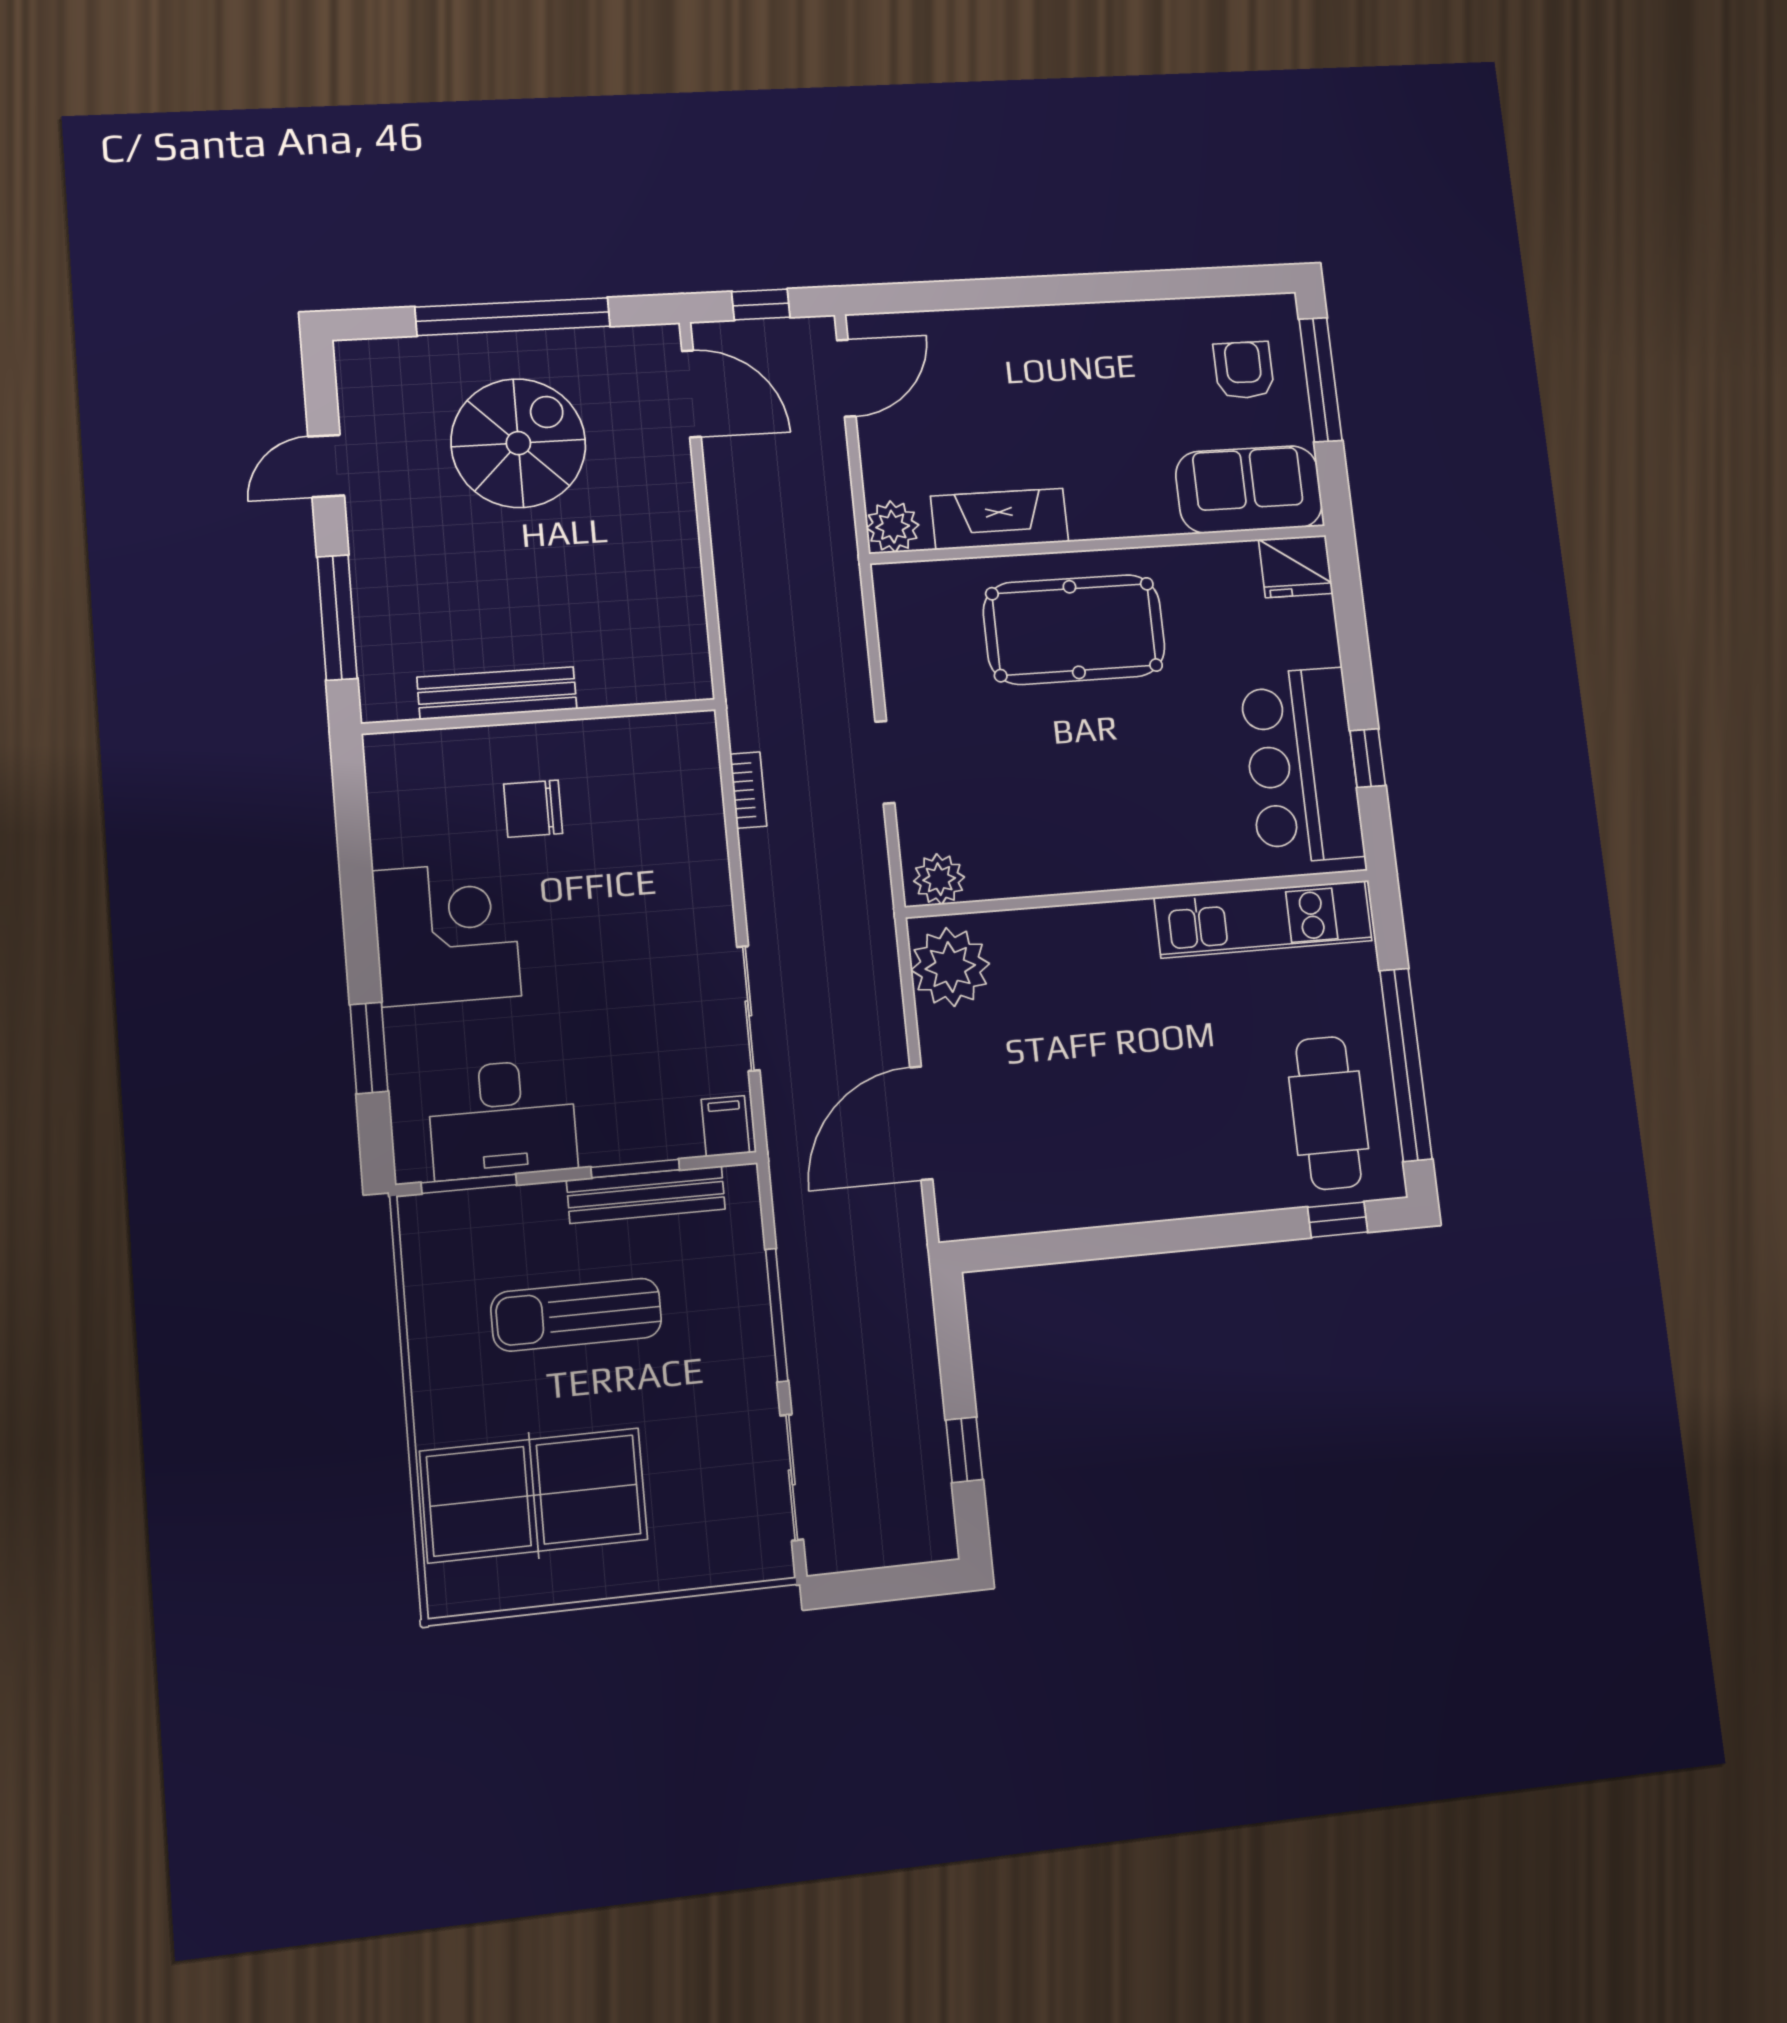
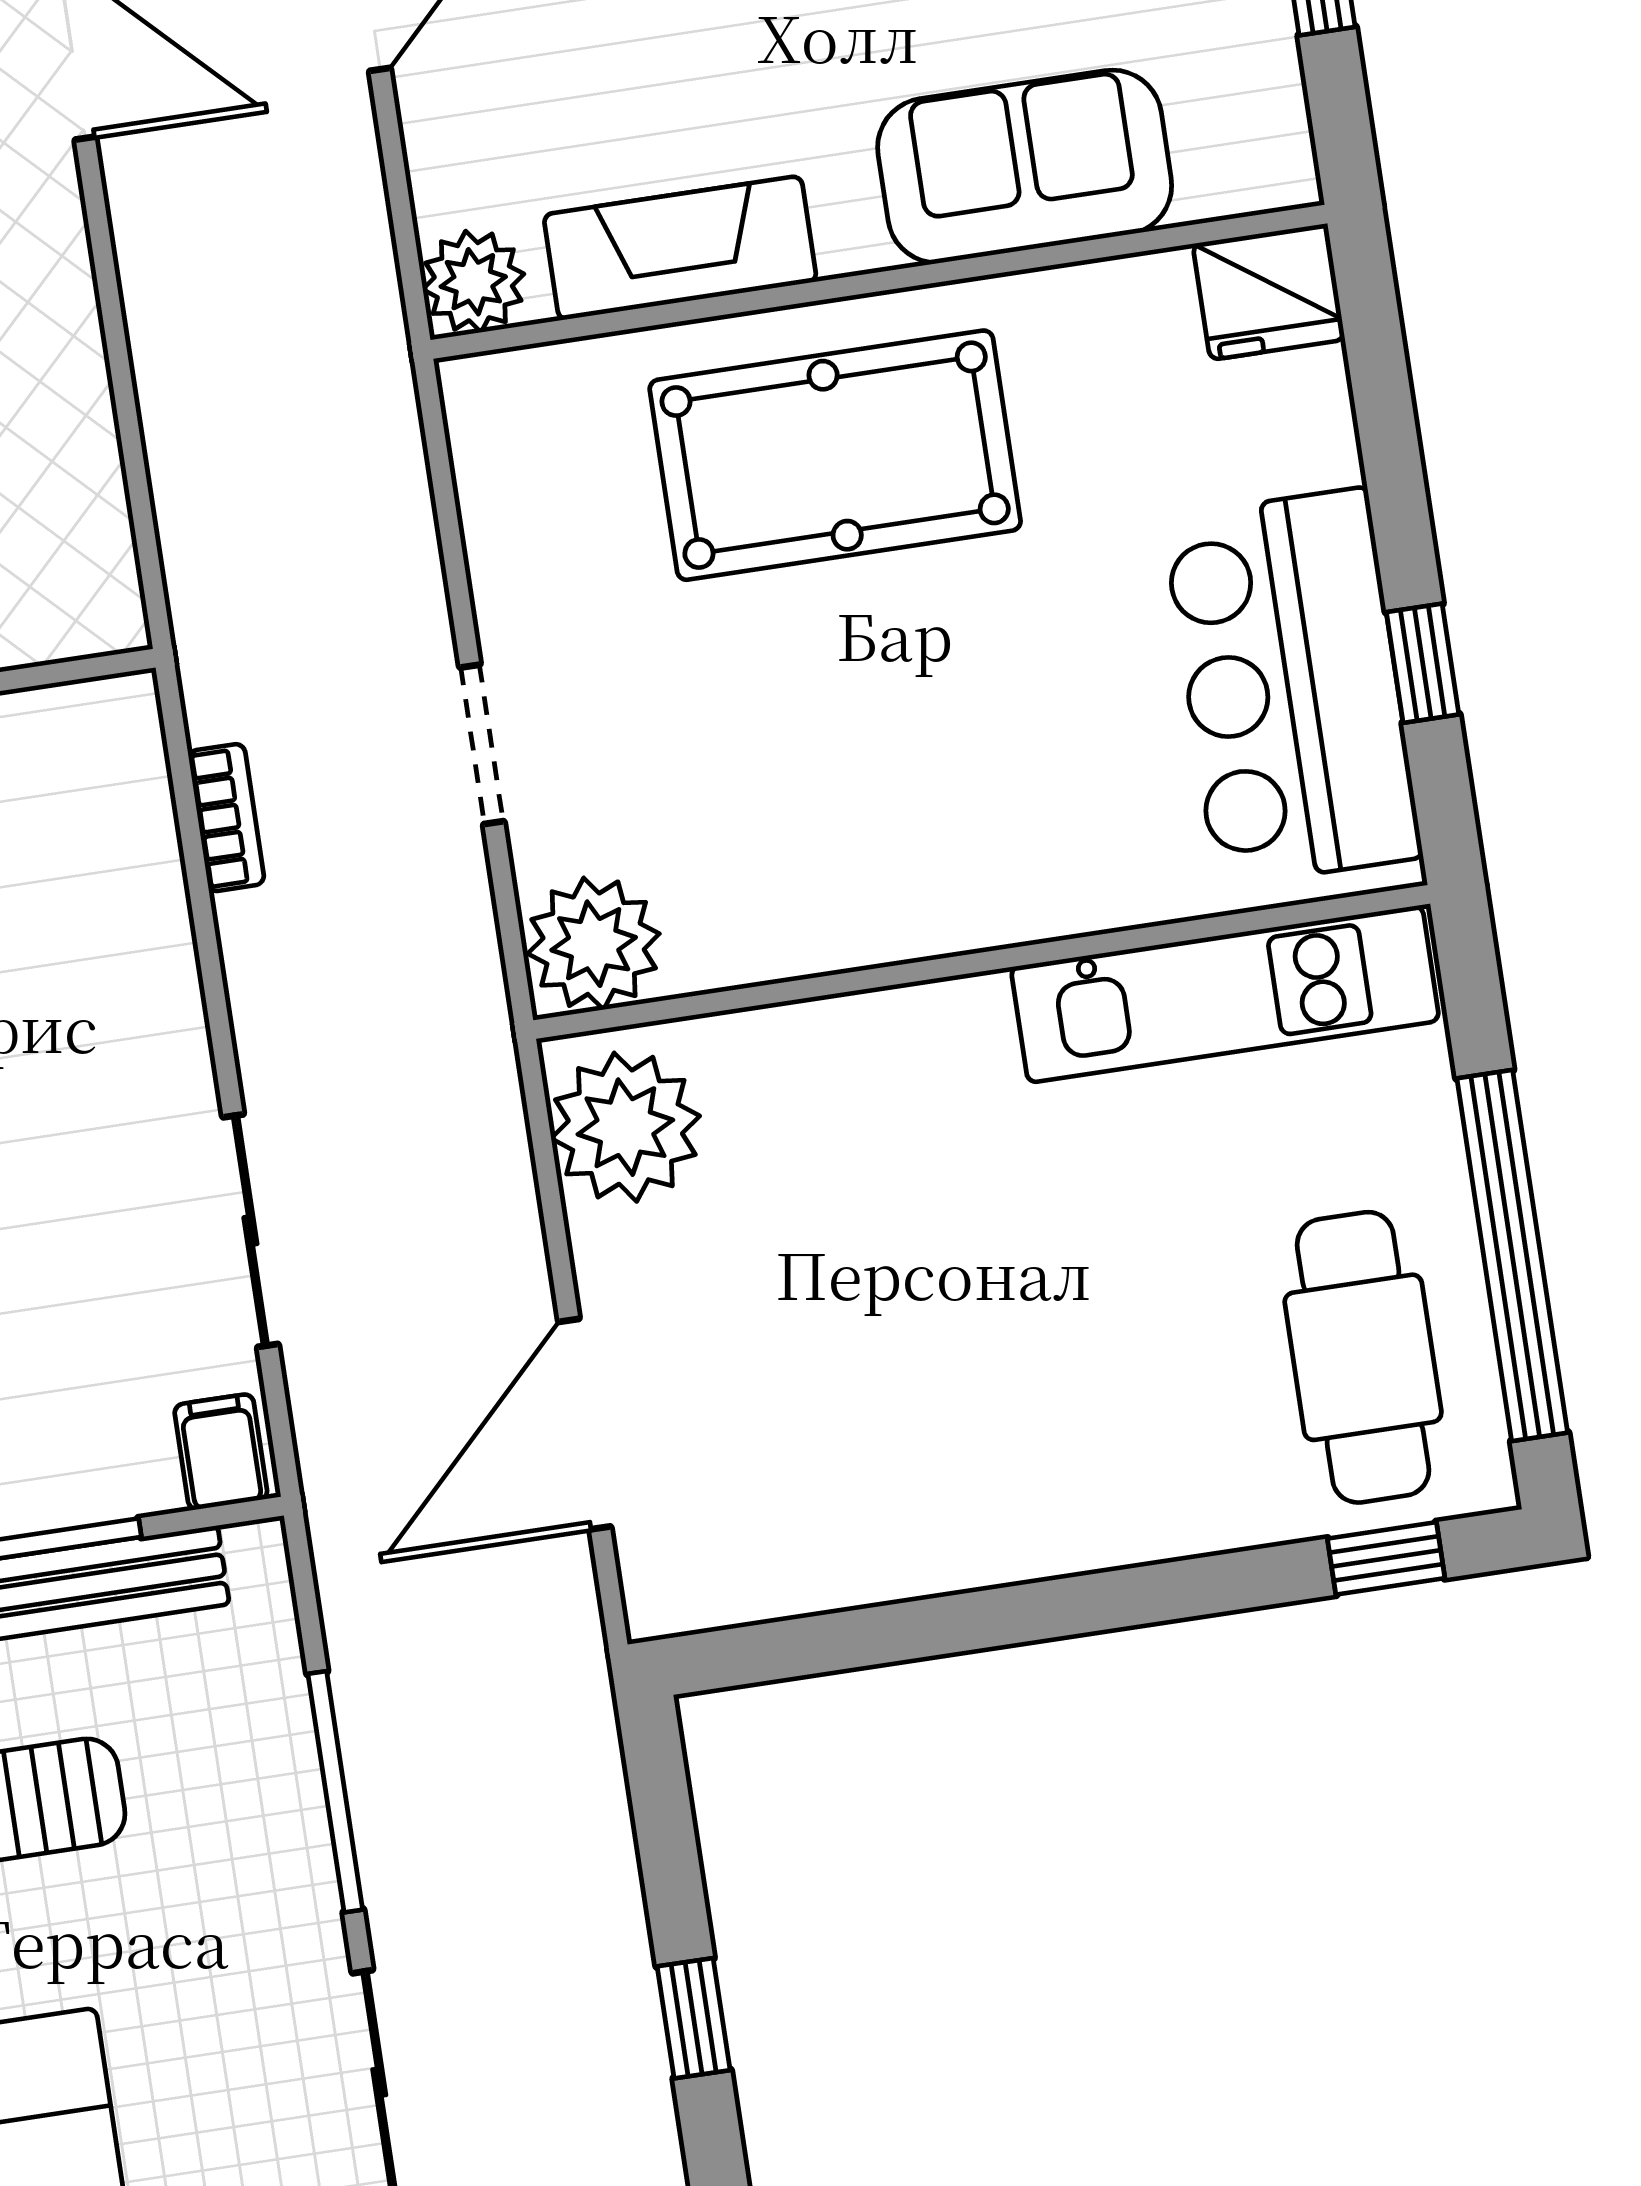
sofa: (1249, 489) -> (1025, 166), moved
plant: (939, 879) -> (594, 944), width x1.36, depth x1.36

